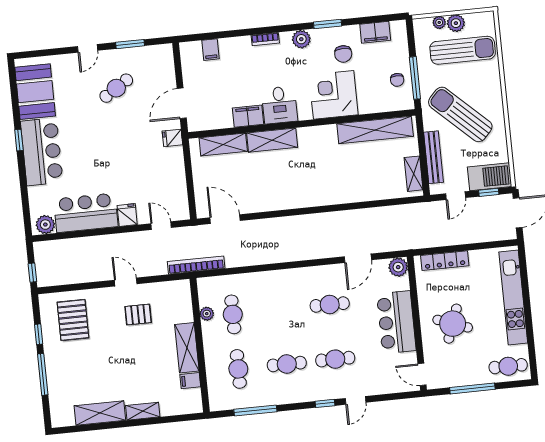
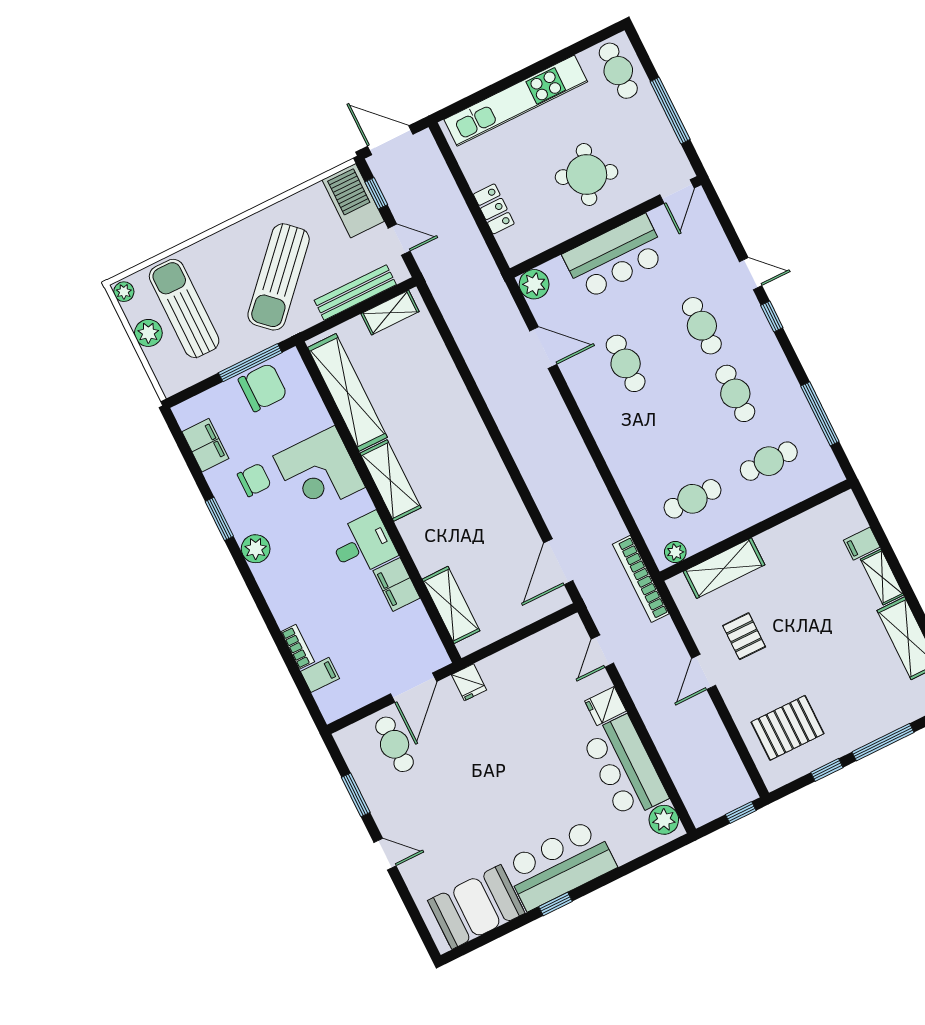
plant: (439, 22) -> (124, 292), moved
bookcase: (265, 39) -> (298, 647), moved
chair: (397, 80) -> (263, 387), width x1.87, depth x1.87
cafe table: (116, 88) -> (395, 744), moved, turned 33
door: (182, 103) -> (414, 688), hinge flipped
shelving: (272, 140) -> (390, 481), moved
locker: (445, 261) -> (494, 209), width x0.66
plant: (207, 314) -> (675, 552), moved
shelving: (187, 348) -> (724, 568), moved
filing cabinet: (190, 381) -> (862, 544), moved, turned 90

